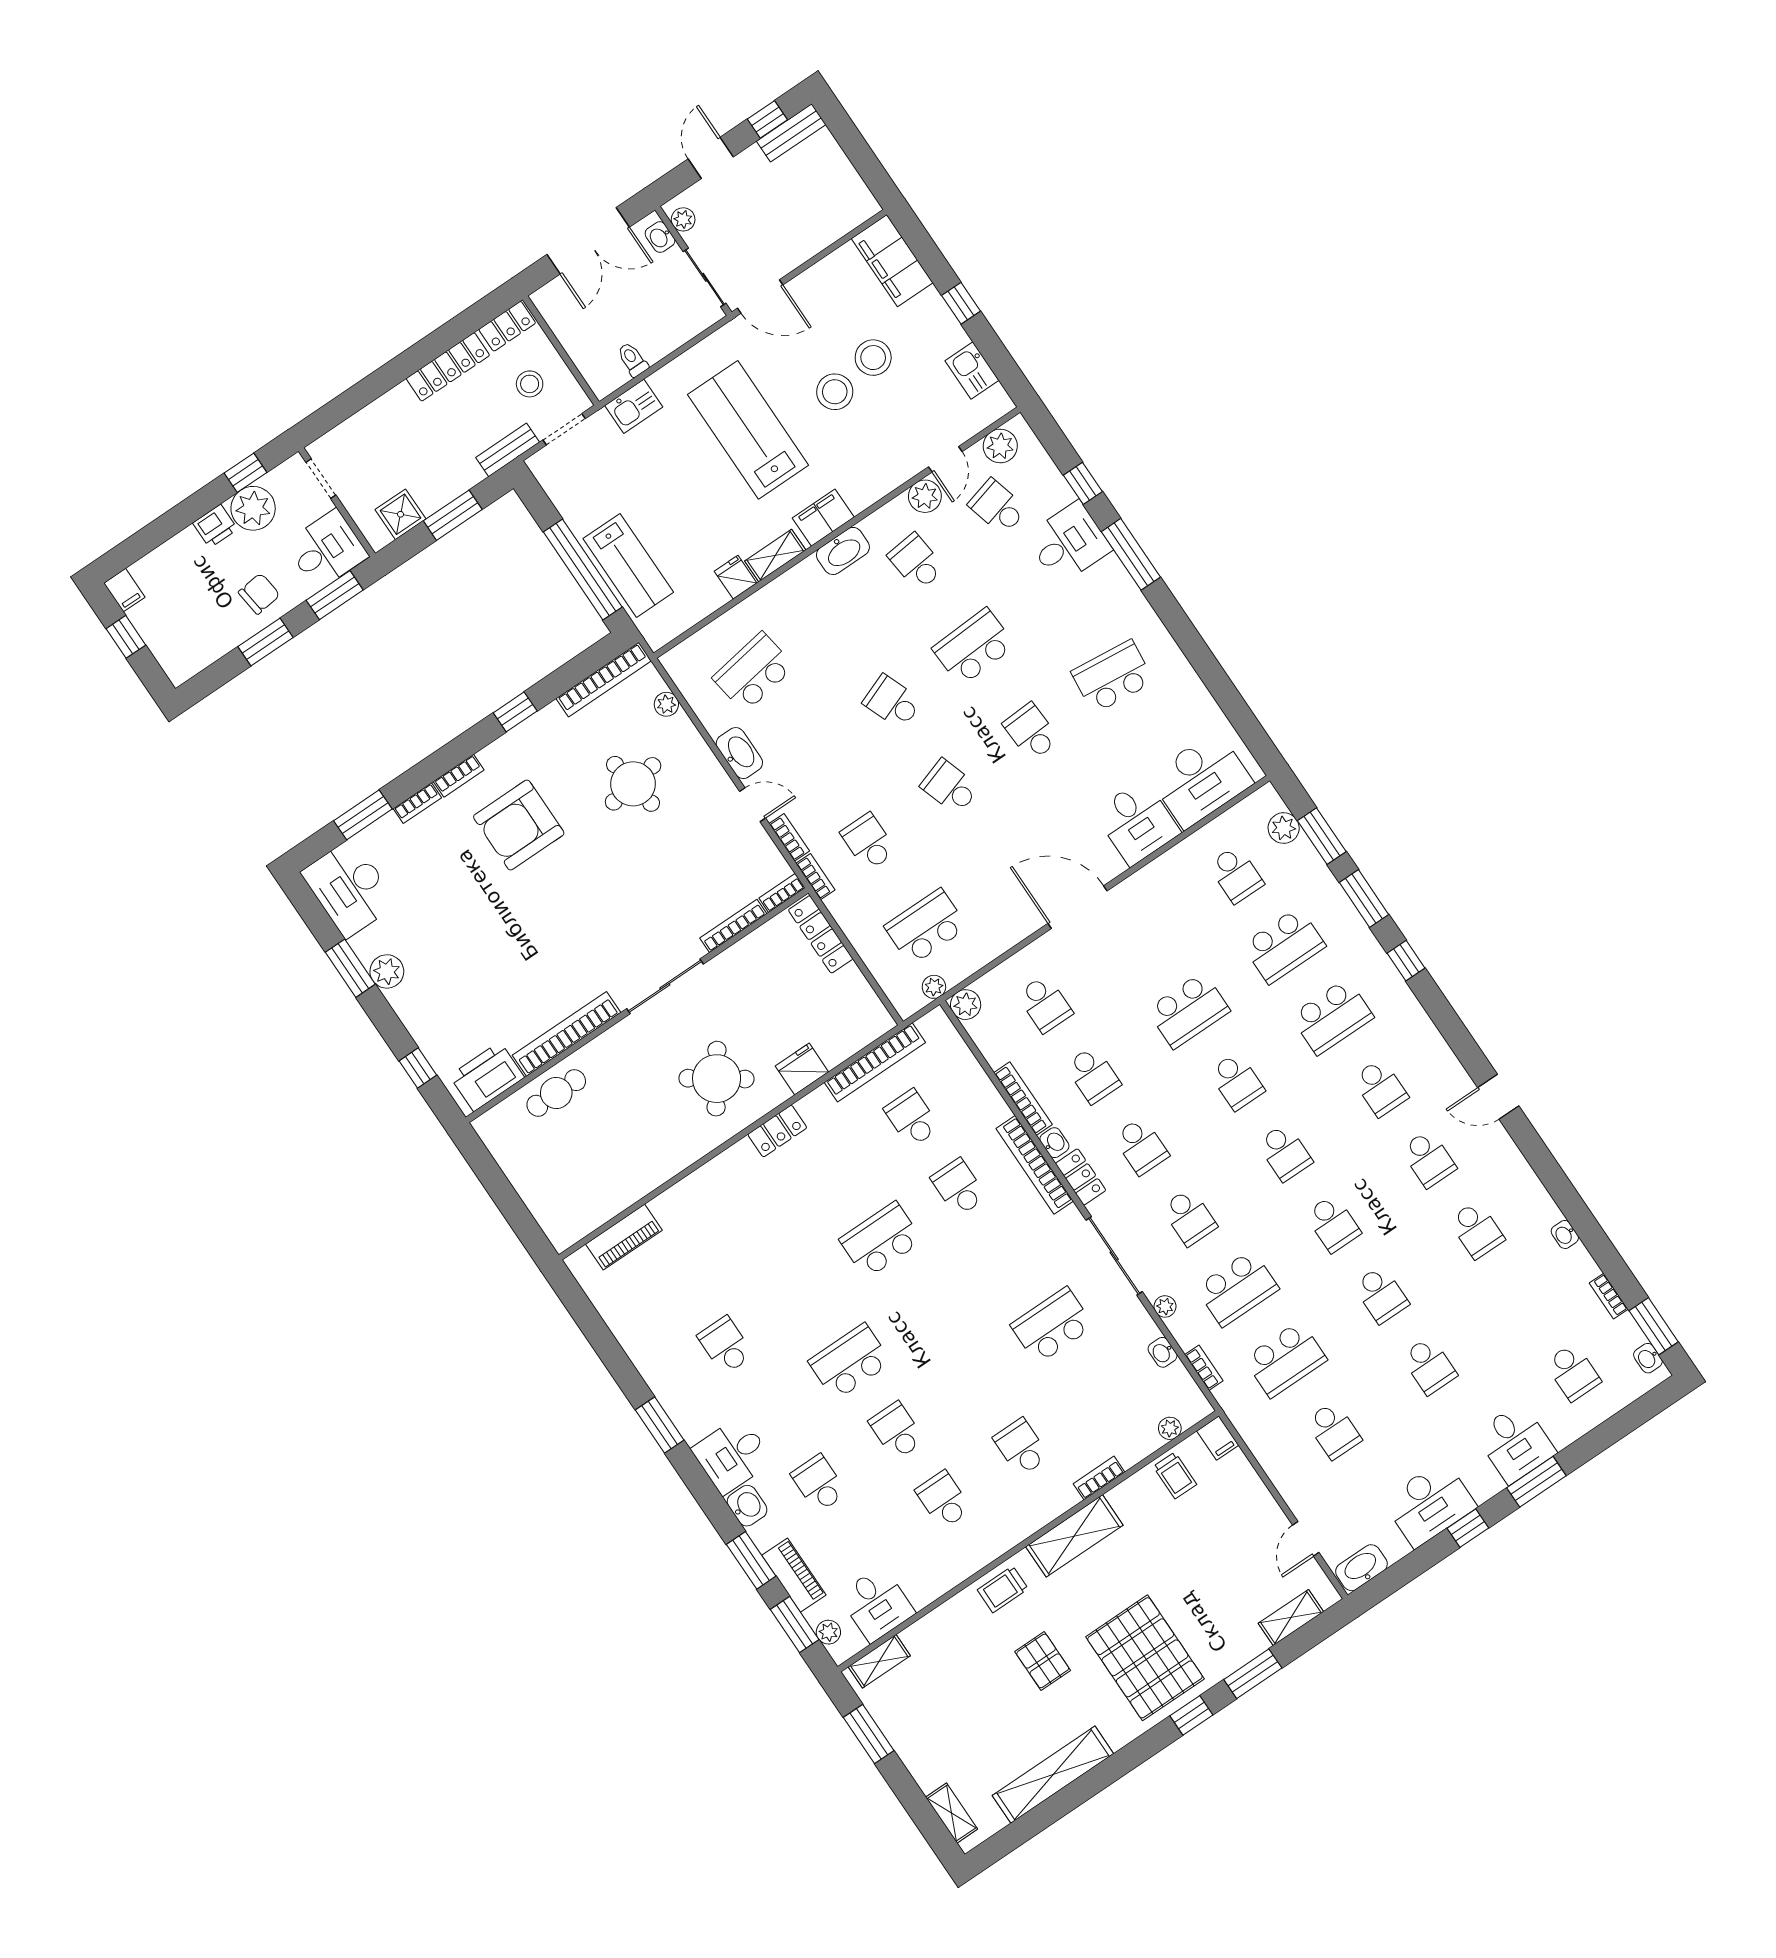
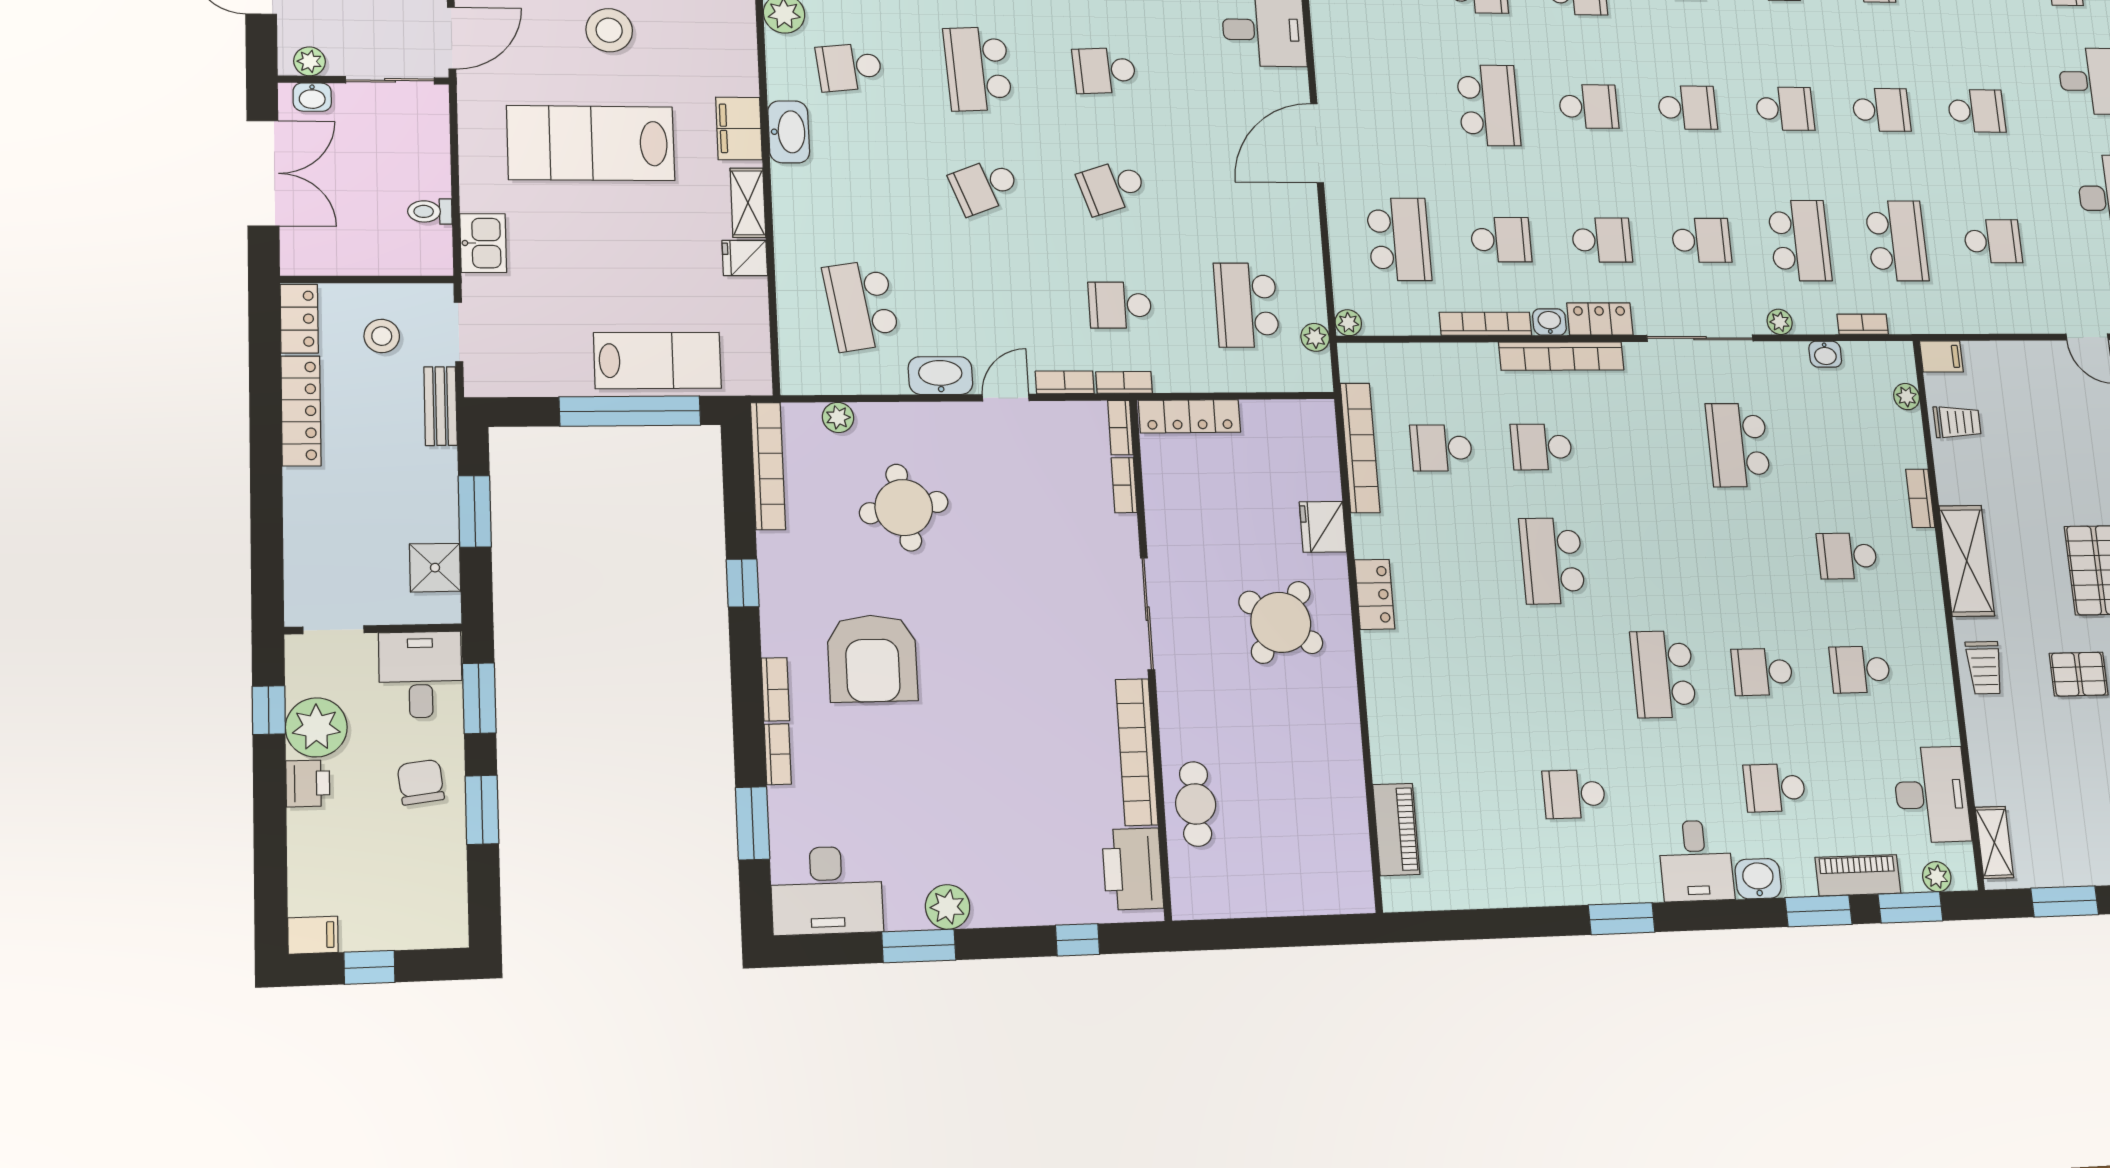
bookcase: (733, 926) -> (1124, 485), width x0.64
school desk: (1045, 1004) -> (1399, 239), width x1.85
plant: (966, 1005) -> (1348, 323), width x0.73, depth x0.73
desk: (877, 1604) -> (1931, 795), width x1.37

